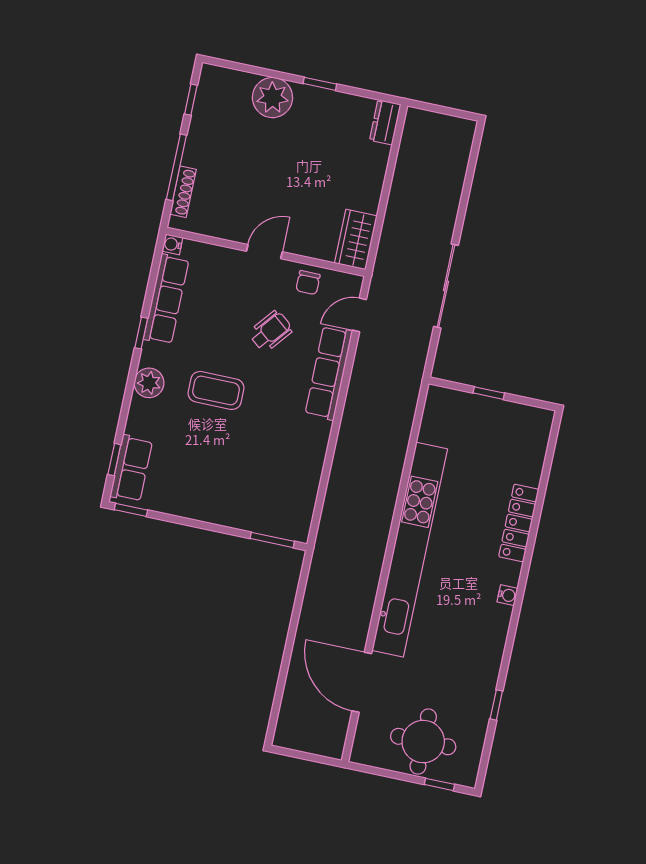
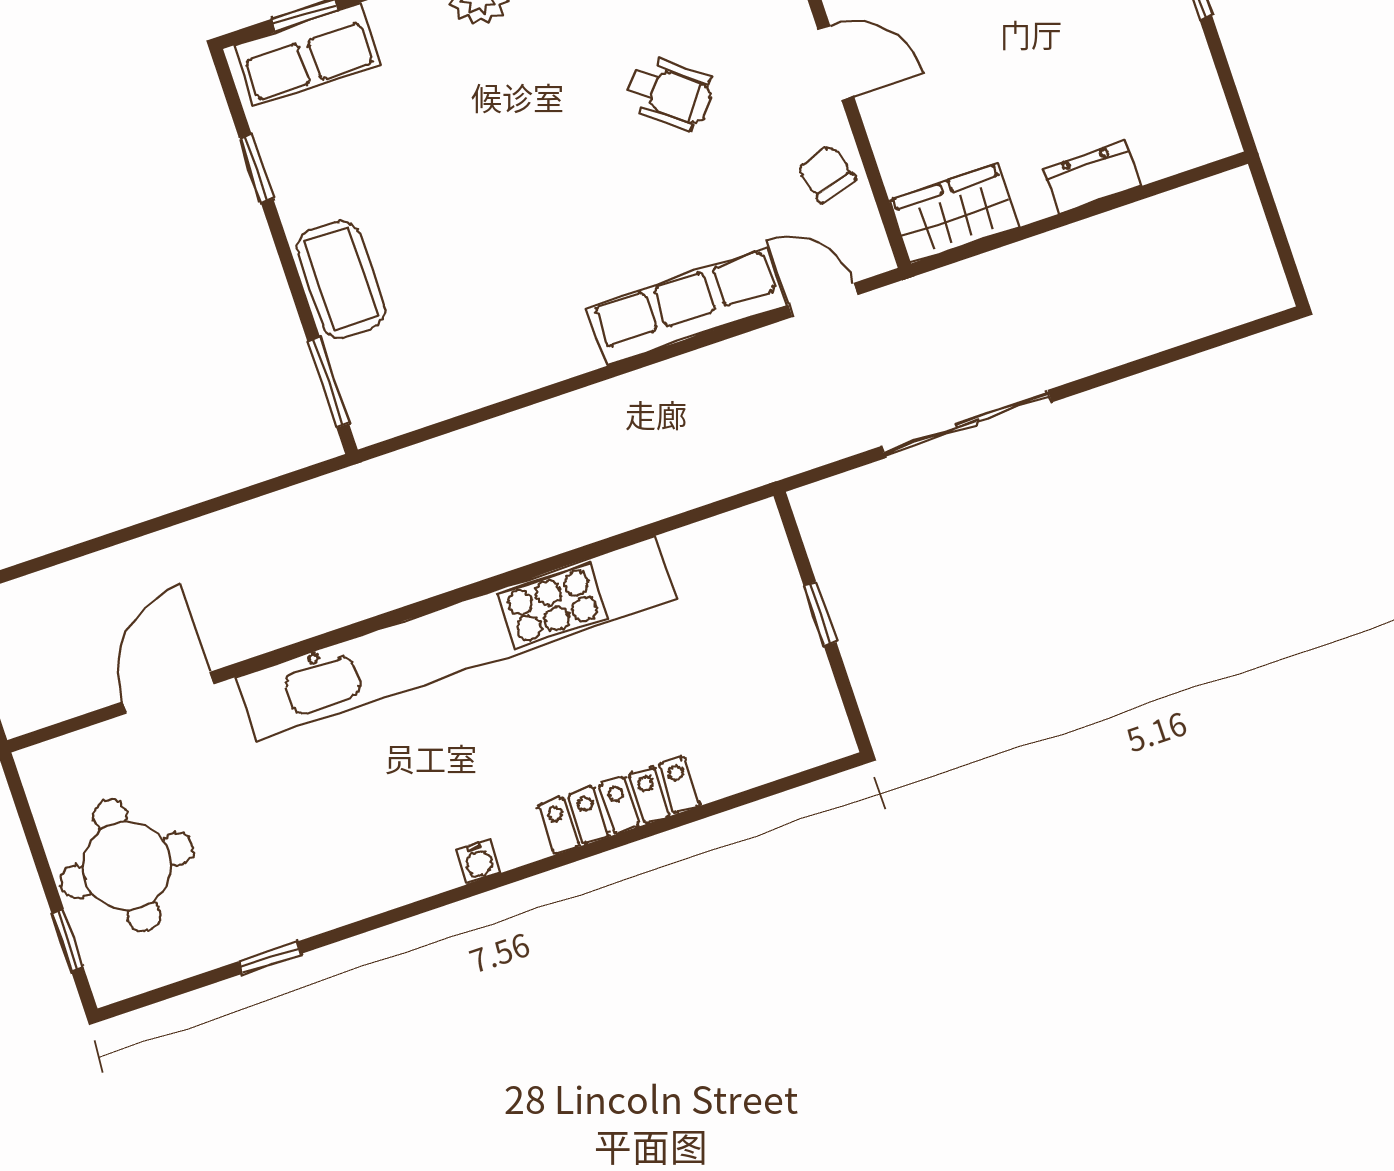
dresser: (385, 122) -> (1091, 177), moved
chair: (308, 283) -> (826, 174), turned 74
wheelchair: (271, 331) -> (669, 93), moved
coffee table: (216, 390) -> (341, 279), moved
window: (131, 510) -> (256, 169), moved
door: (362, 682) -> (168, 693), width x0.73

